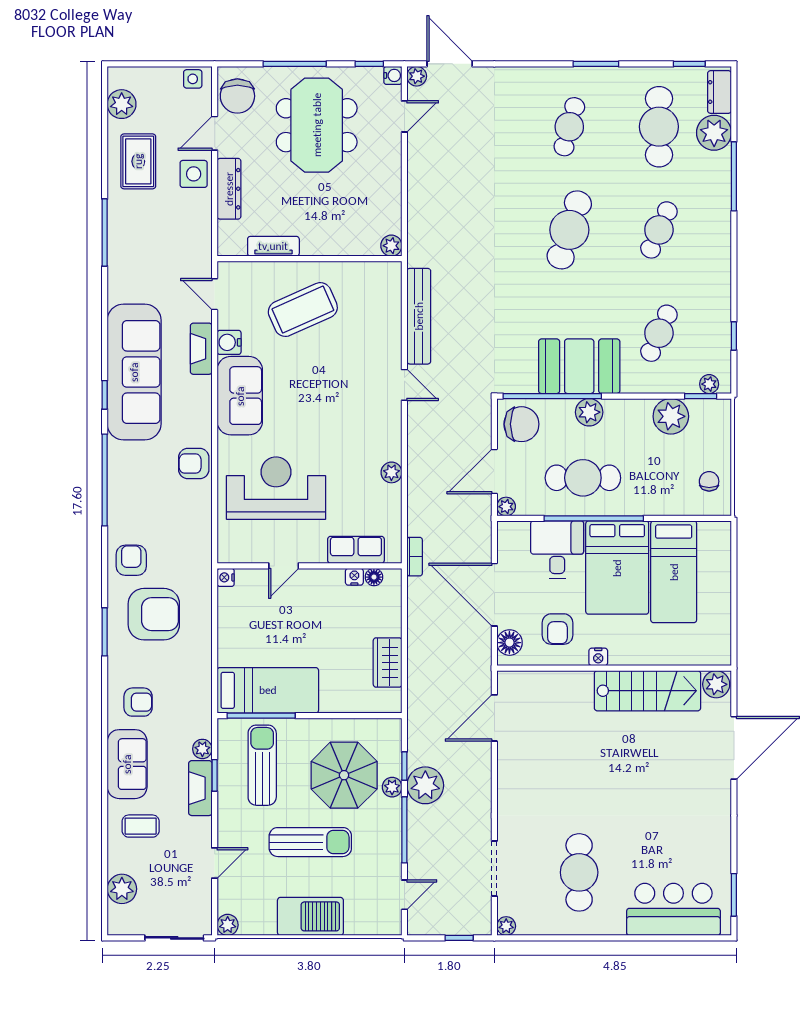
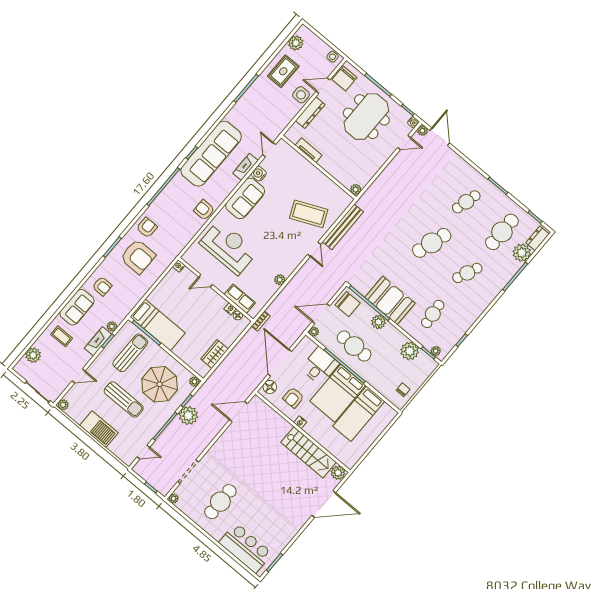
coffee table: (303, 310) -> (309, 214), moved
cafe table: (659, 333) -> (433, 314), turned -30
plant: (392, 787) -> (194, 382), moved

